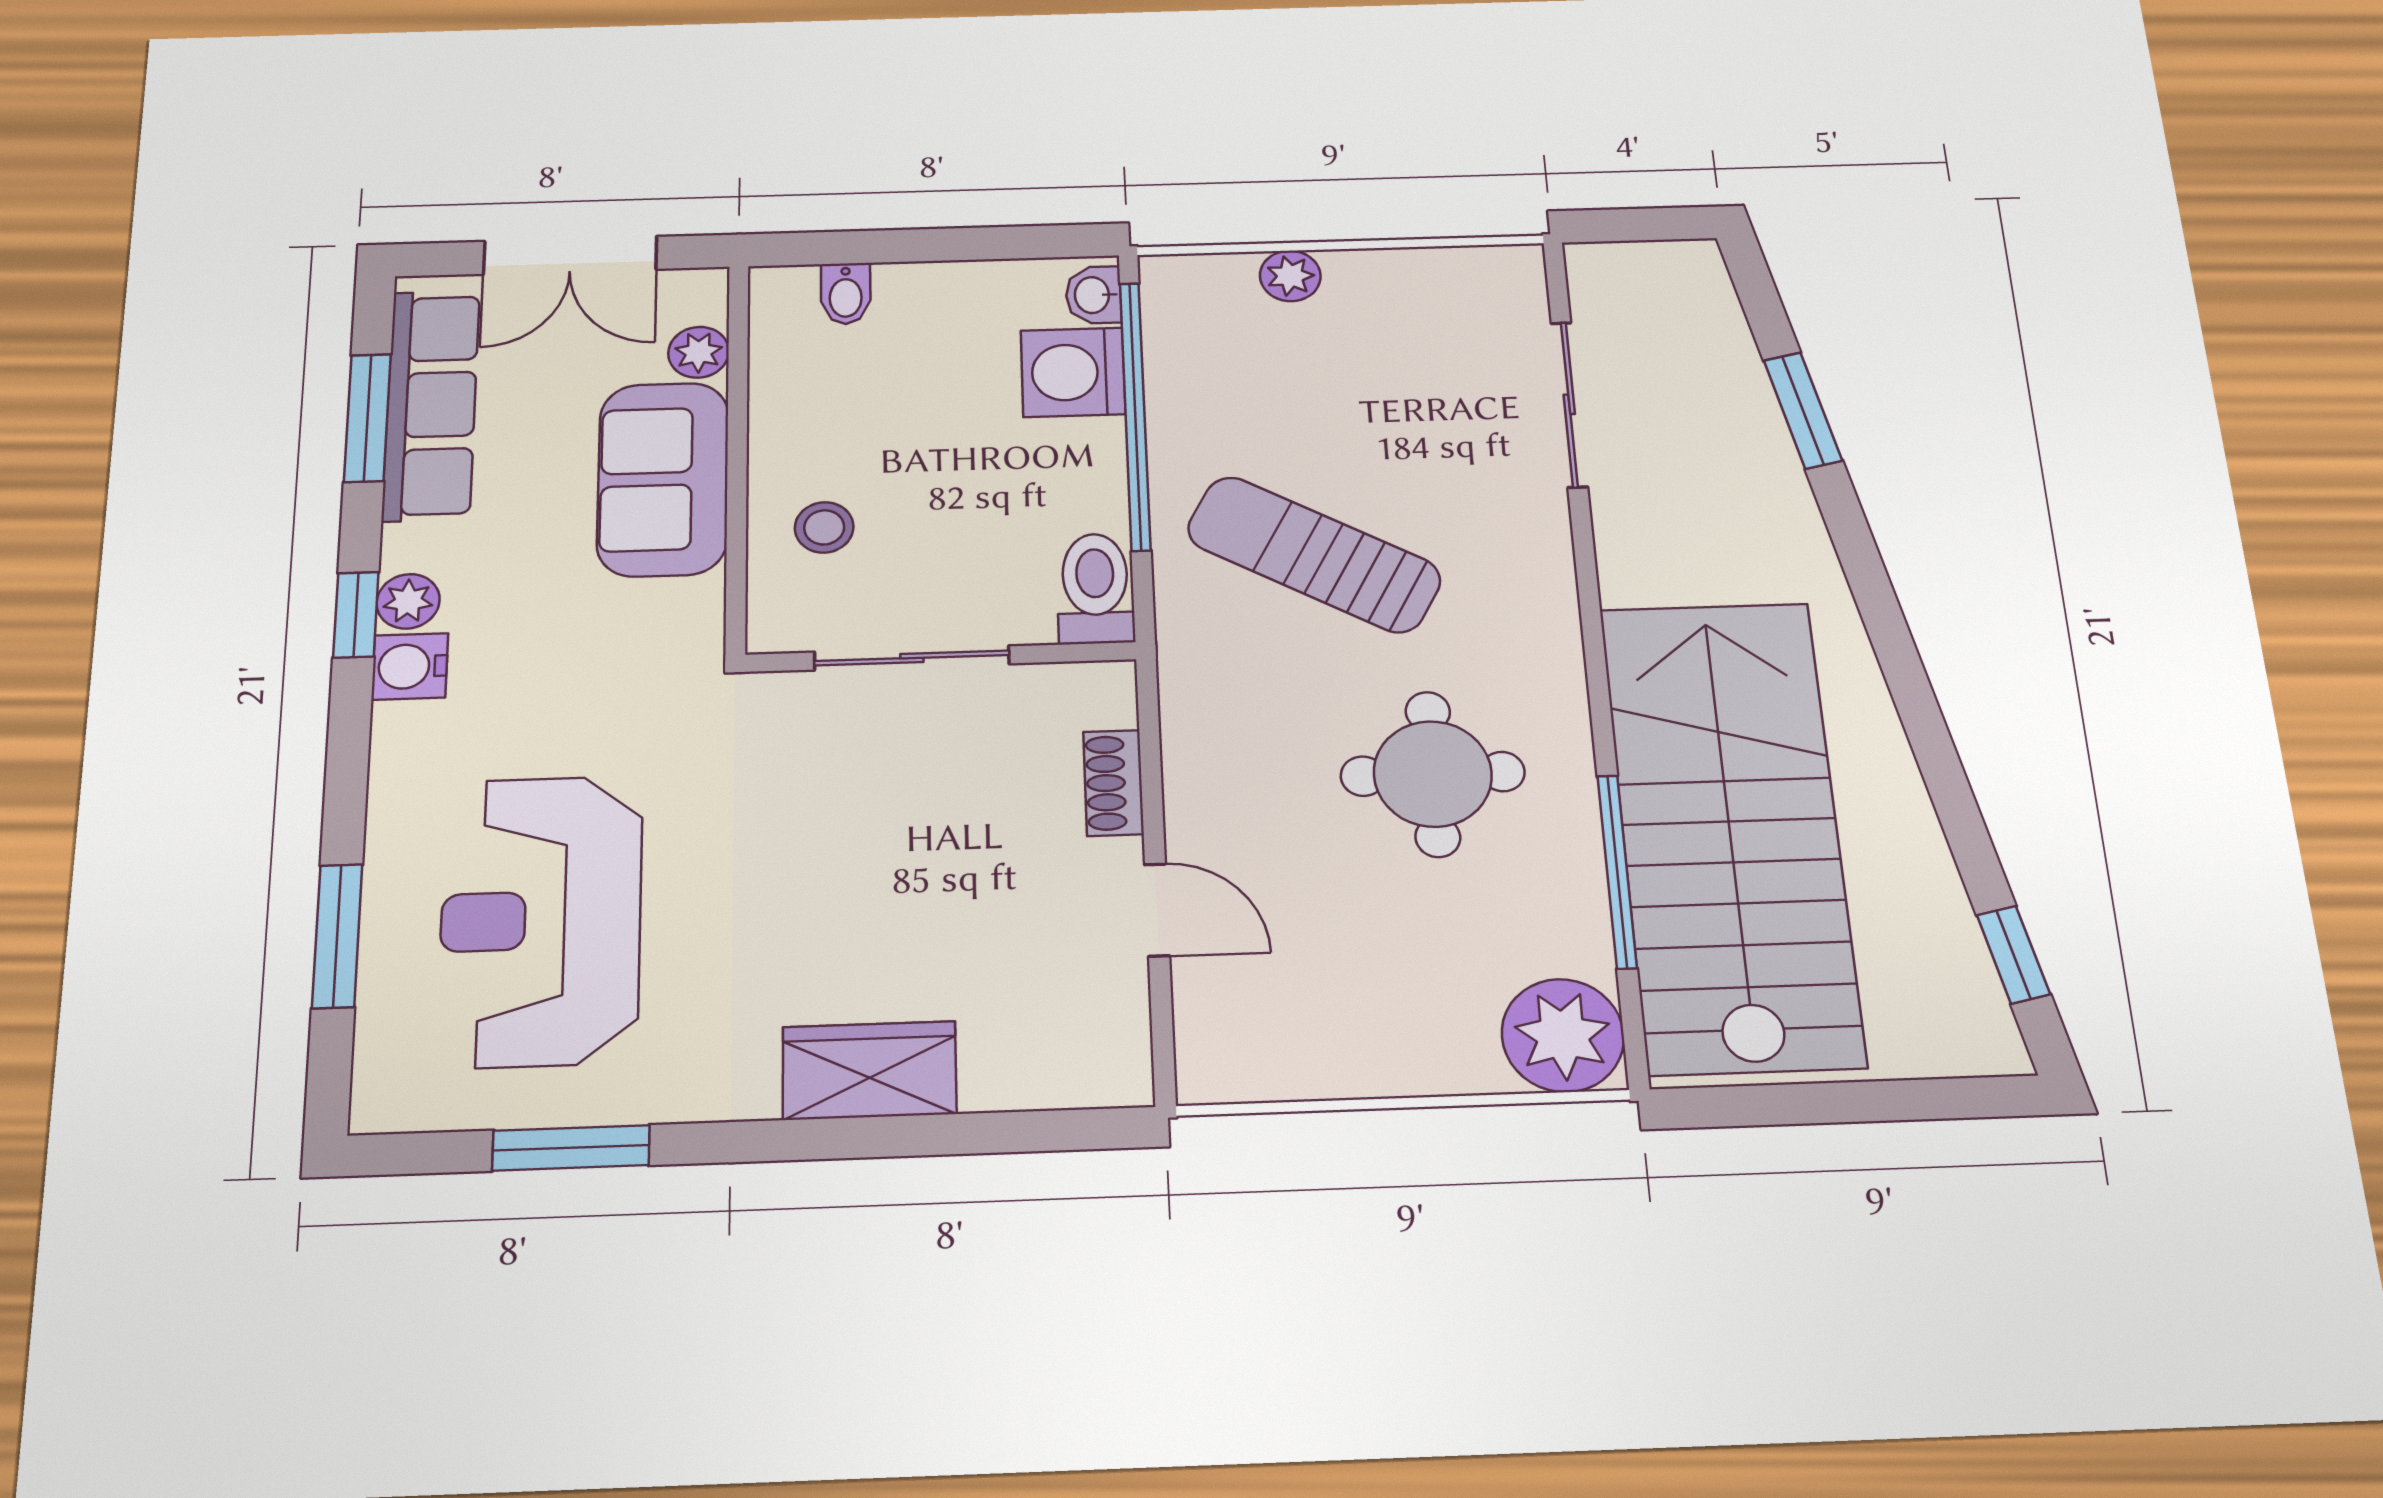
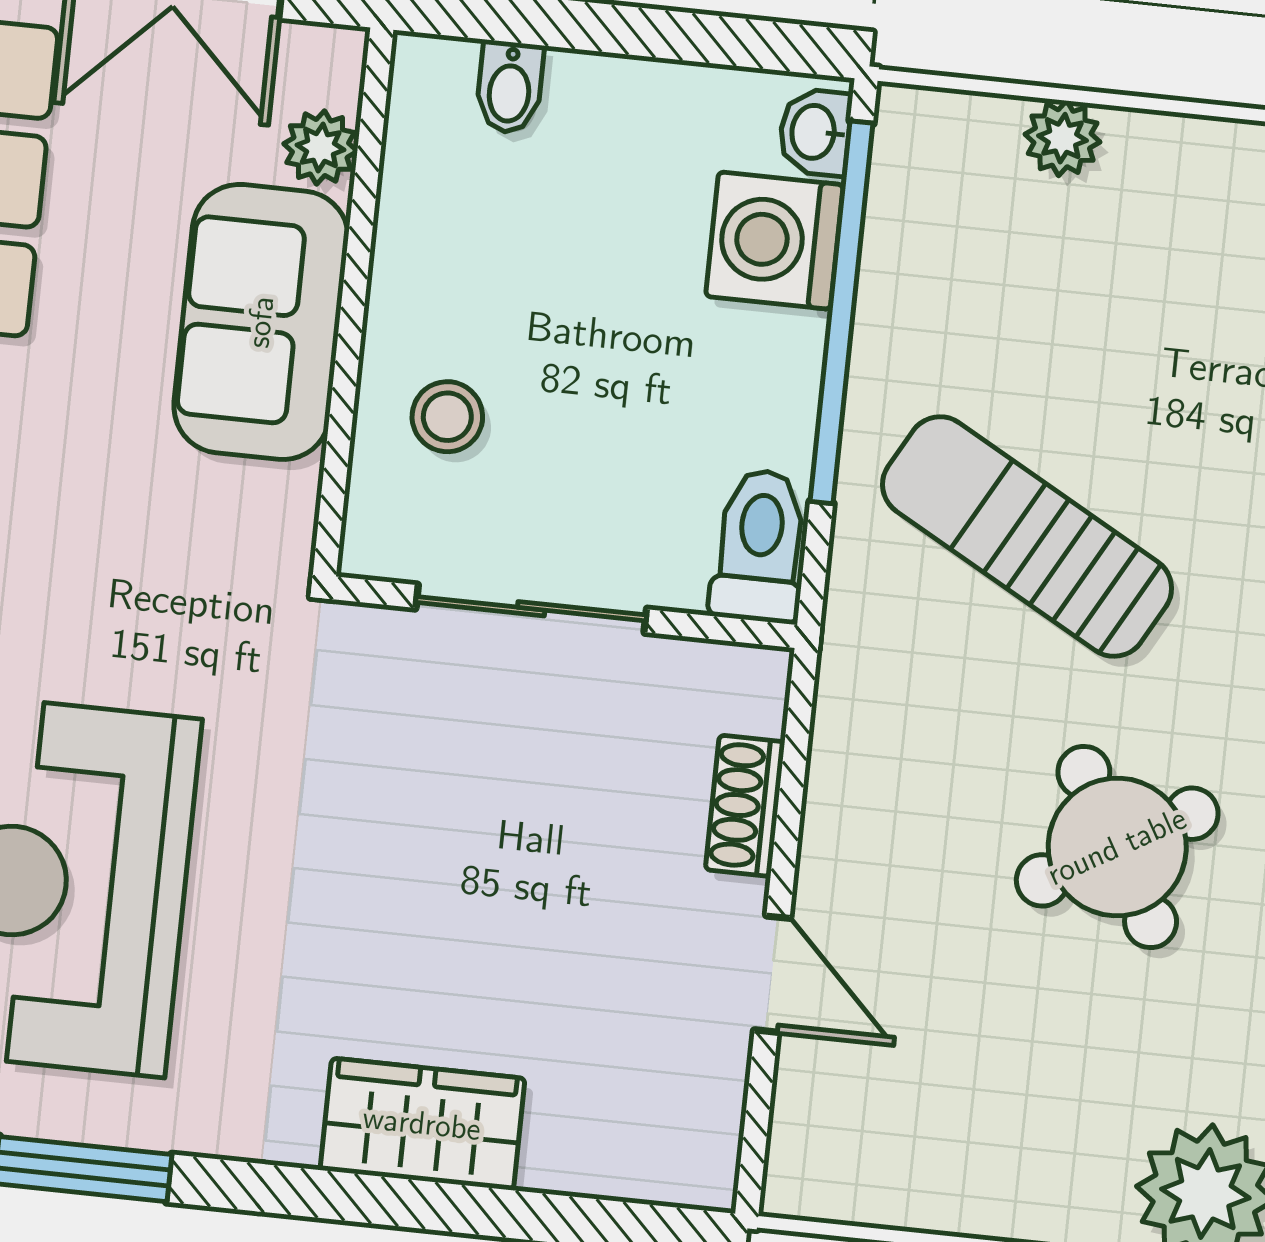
round table: (1433, 774) -> (1117, 847), turned -30

